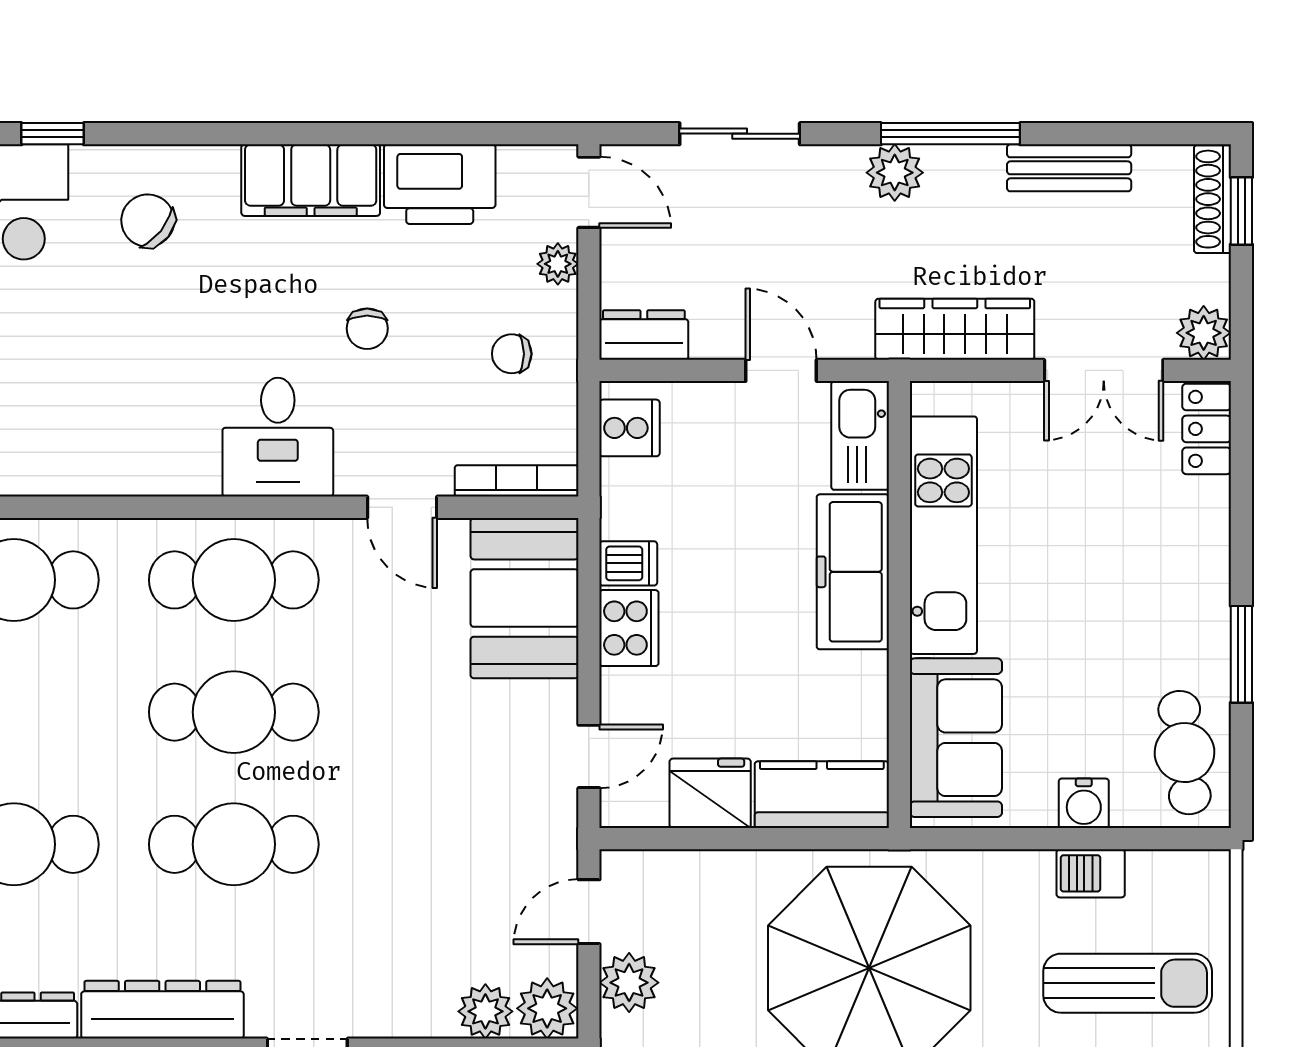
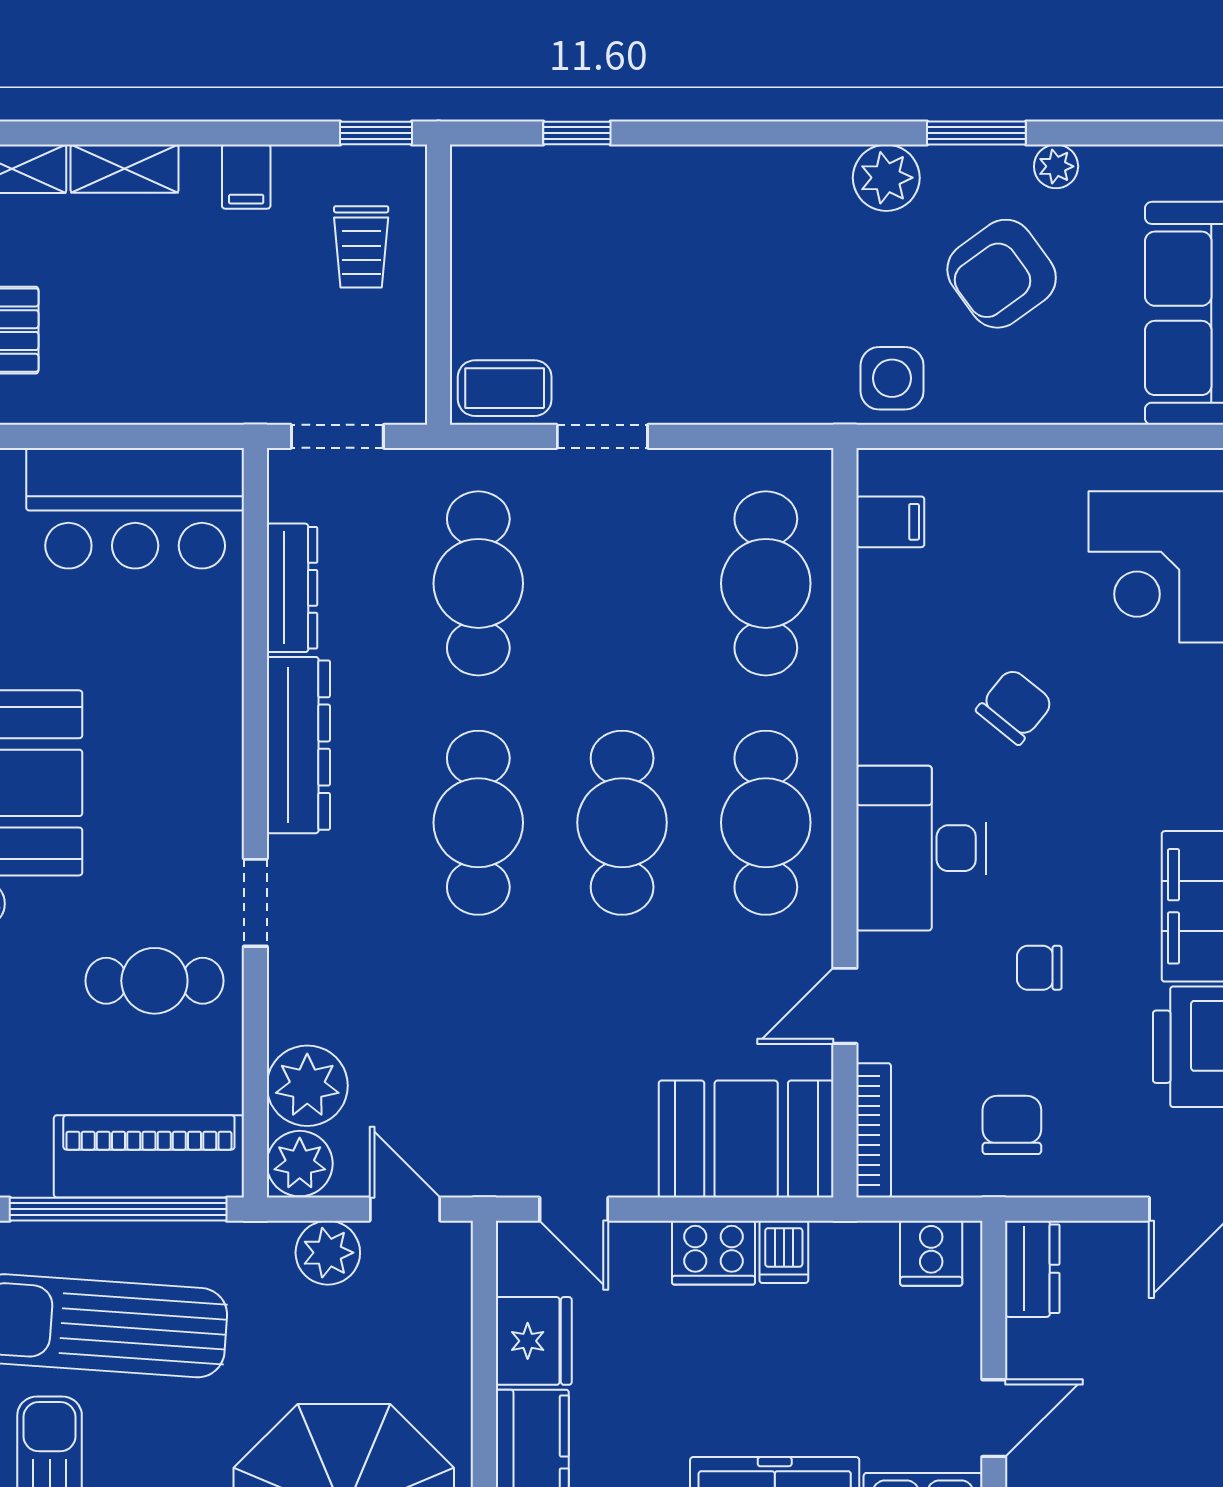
chair: (148, 221) -> (1015, 706), moved
plant: (558, 264) -> (1110, 1175), removed
chair: (512, 354) -> (1012, 1125), width x1.37, depth x1.37
desk: (278, 437) -> (921, 848), width x1.37
plant: (485, 1011) -> (307, 1086), width x1.36, depth x1.36

